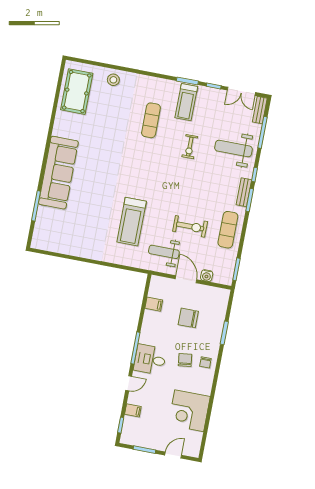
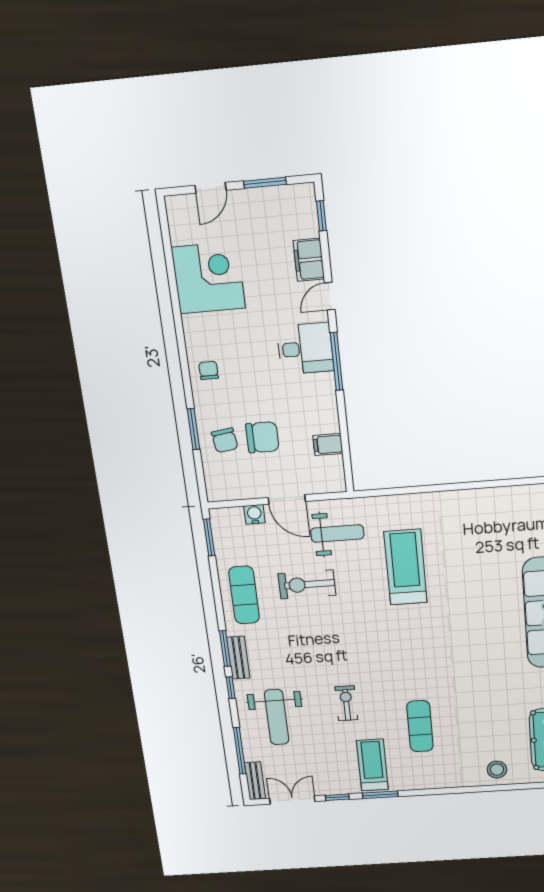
weight bench: (234, 149) -> (277, 717), turned 90
chair: (185, 360) -> (225, 440), moved
filing cabinet: (133, 410) -> (309, 260), width x2.00

